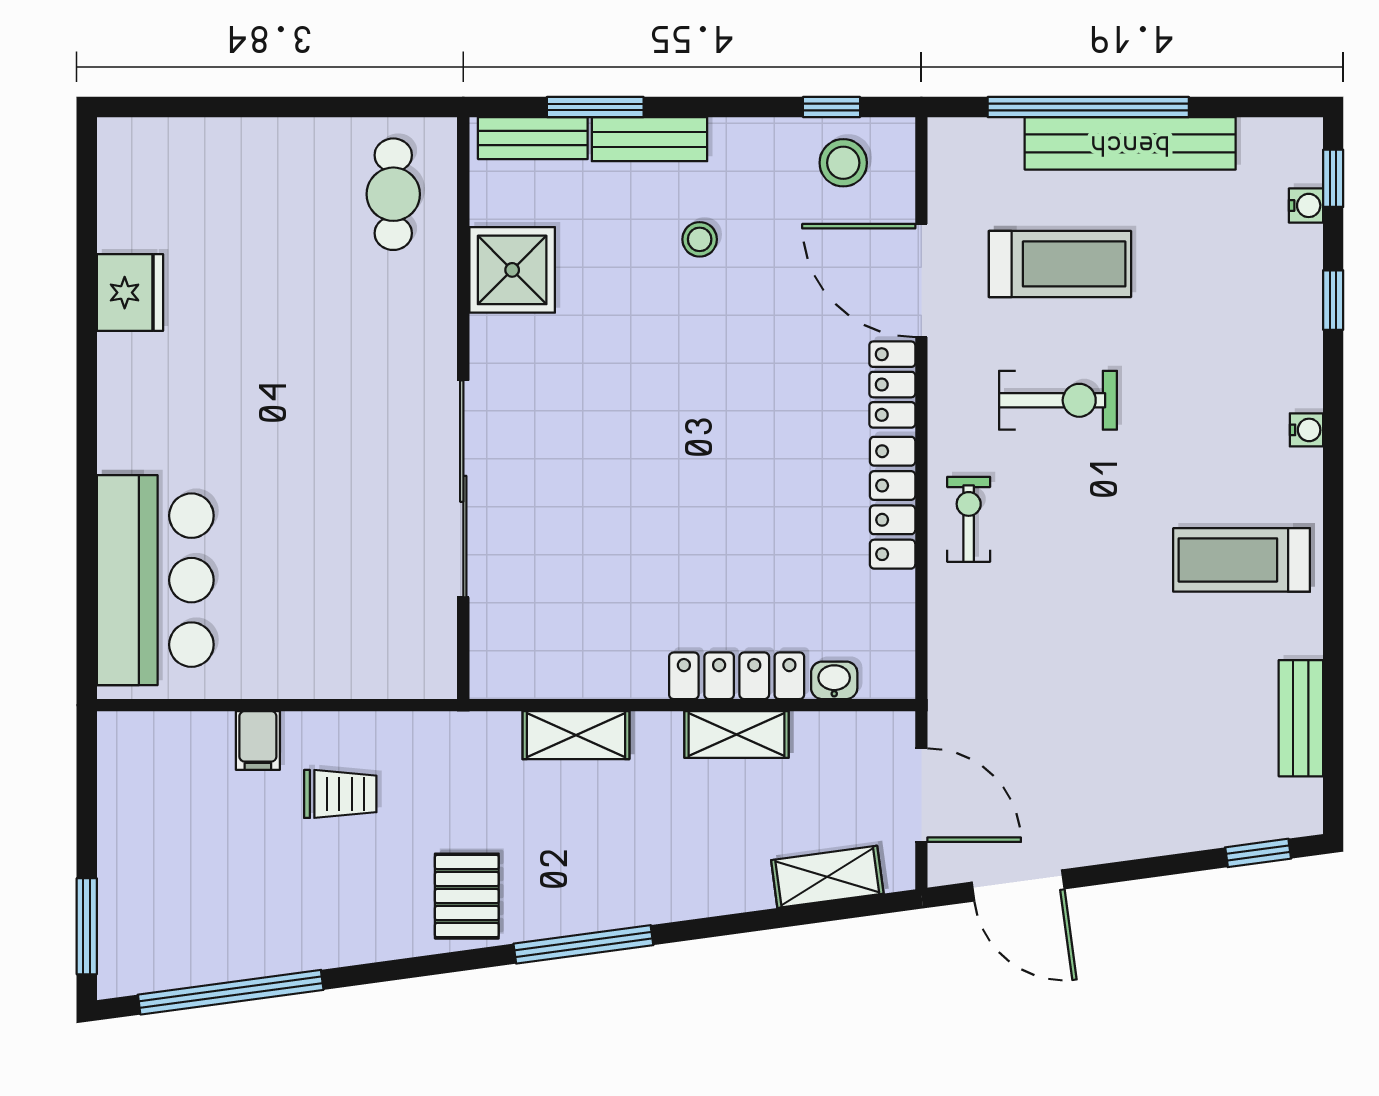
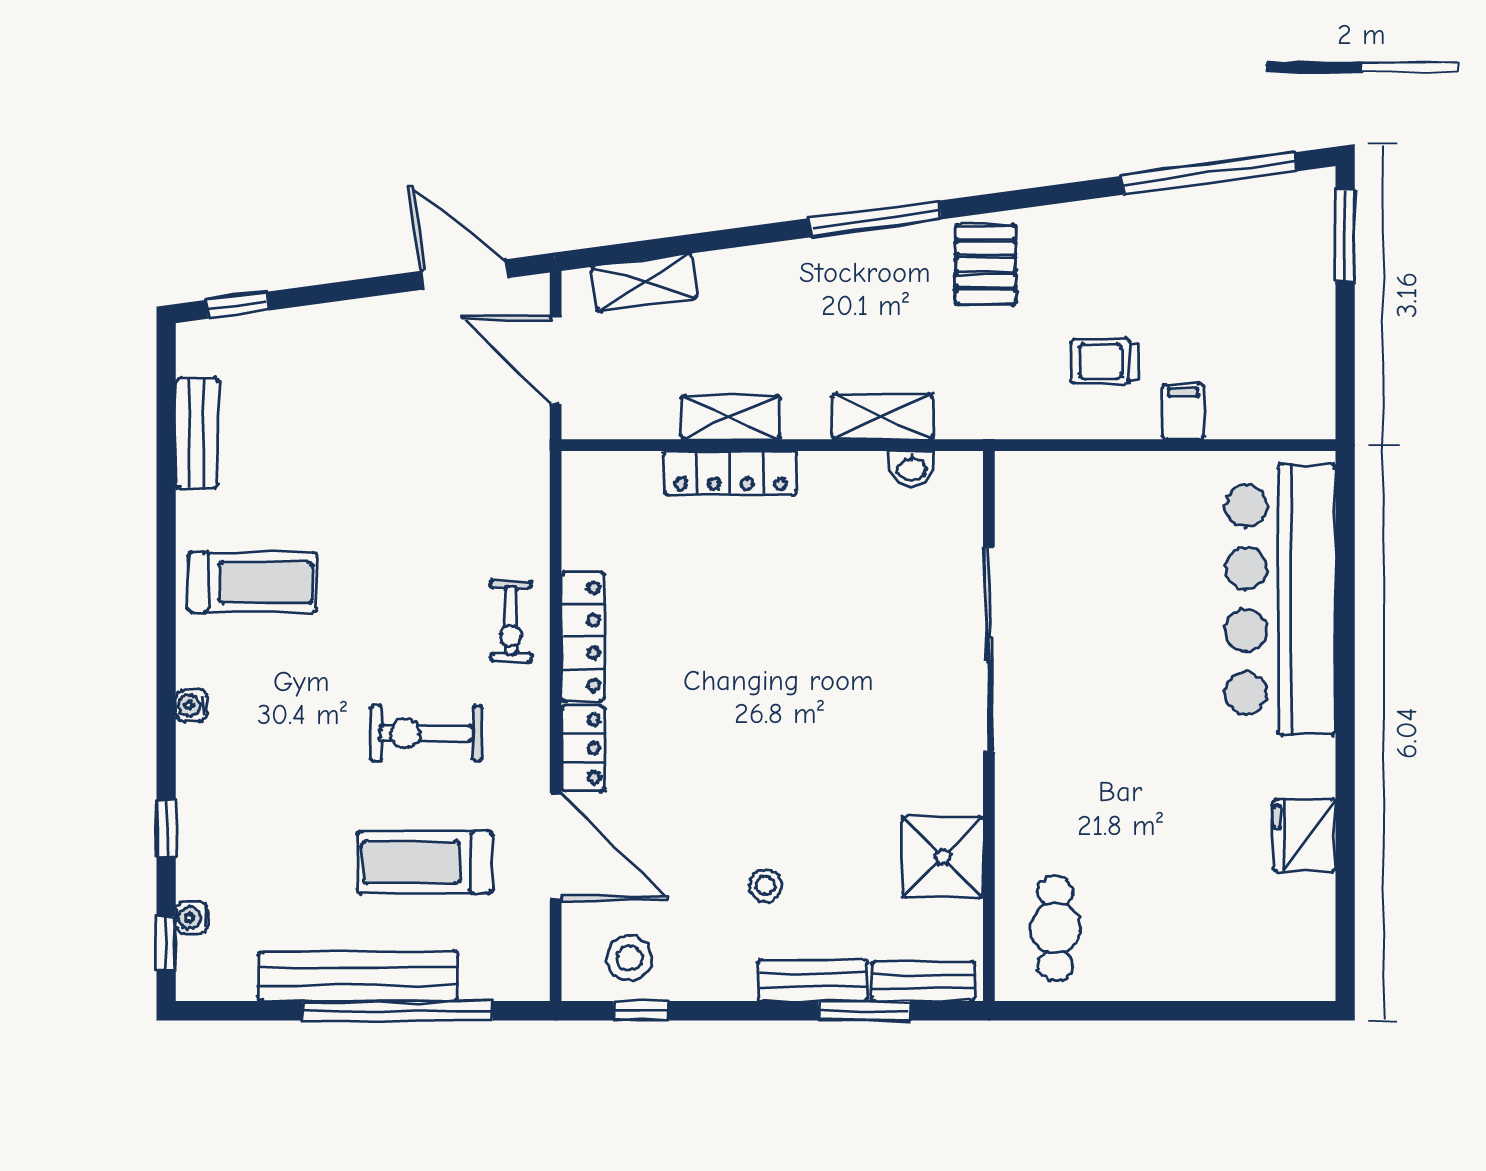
bar counter: (155, 580) -> (1280, 599), width x1.36
washbasin: (834, 680) -> (912, 469), moved

